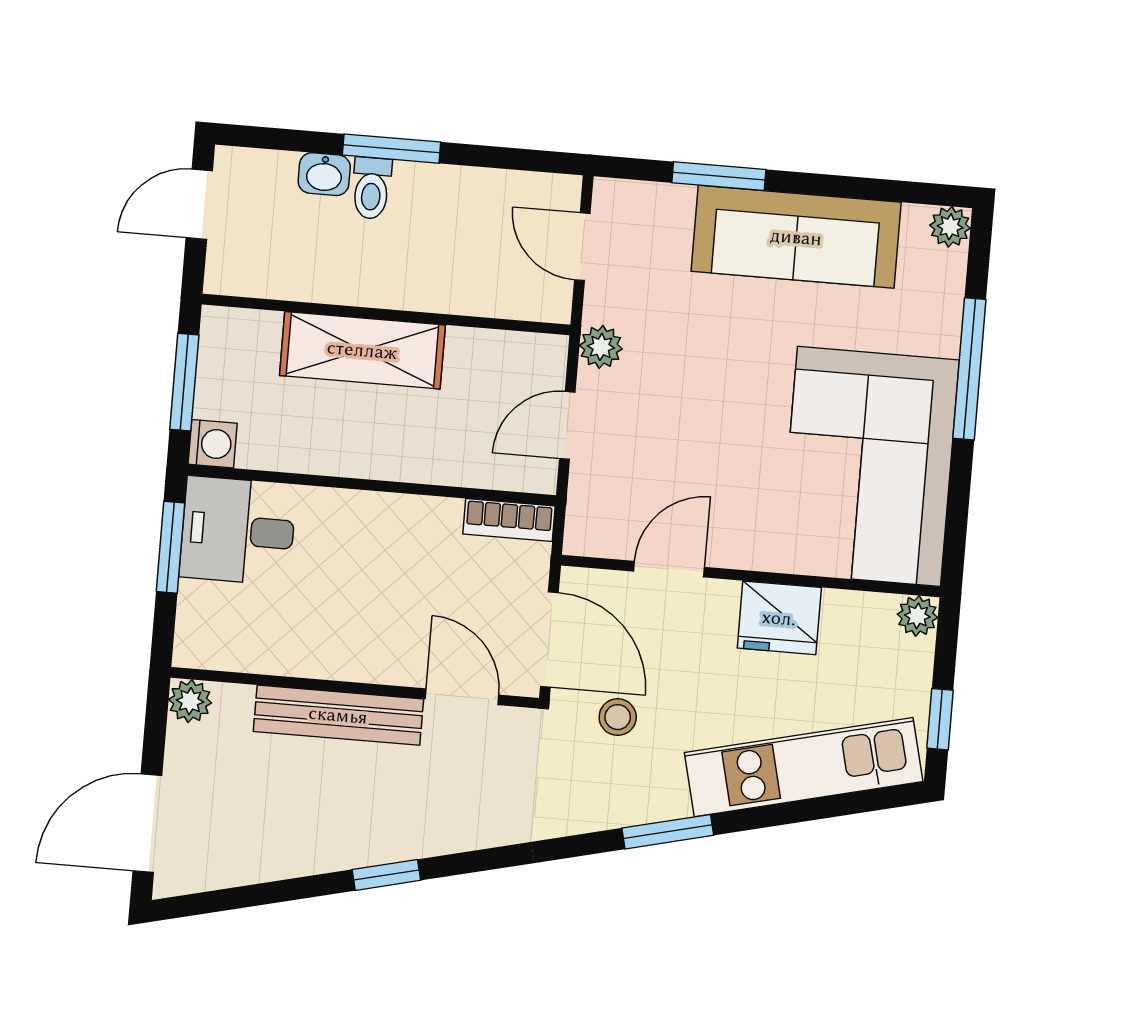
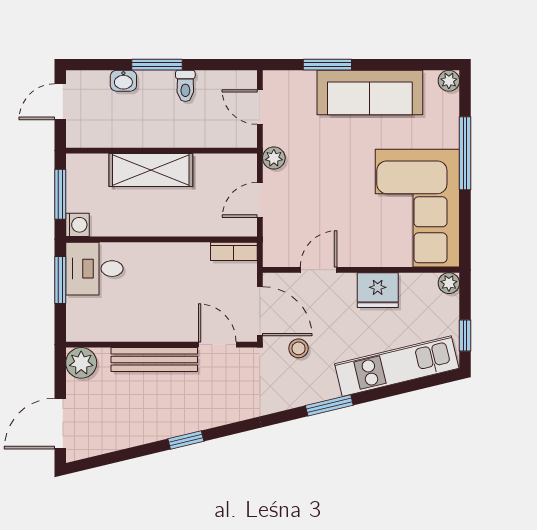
toilet: (371, 188) -> (185, 86), moved
plant: (190, 701) -> (81, 363), width x1.38, depth x1.38

